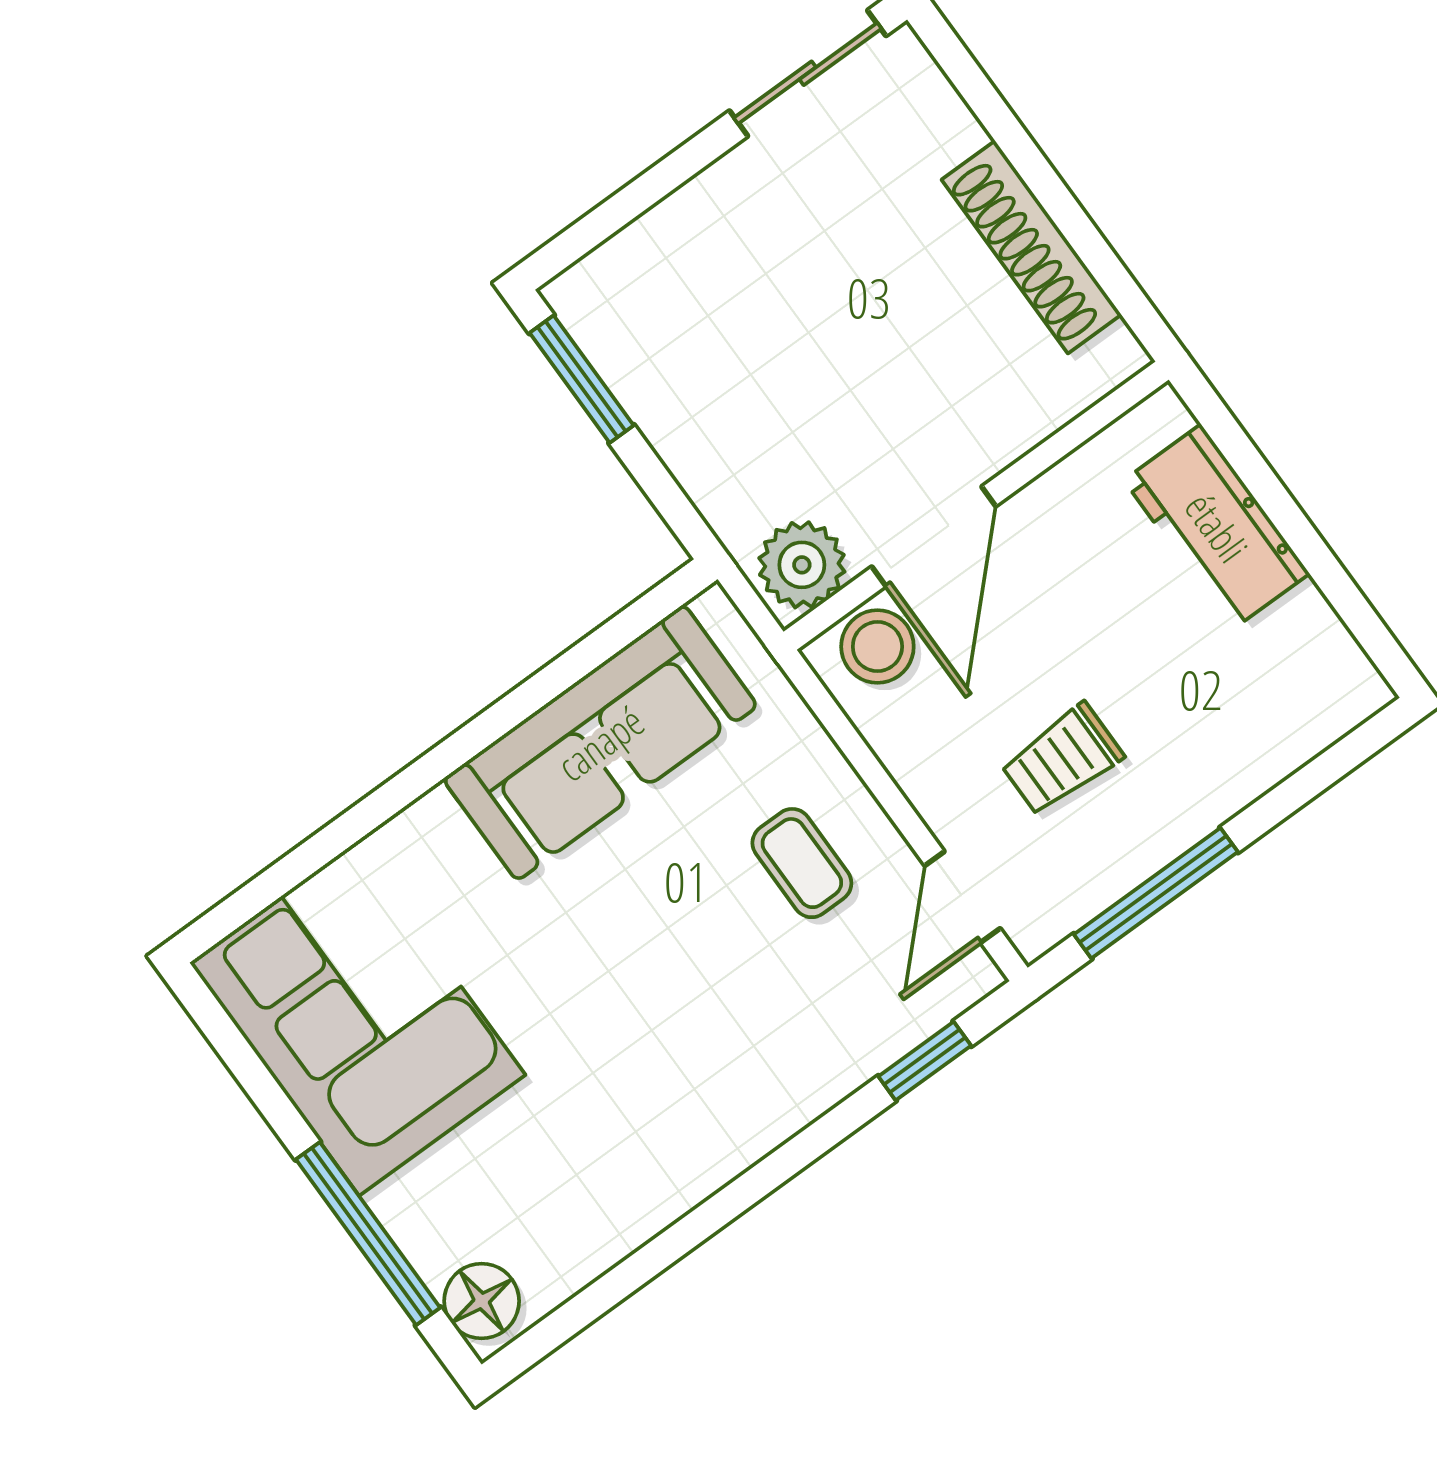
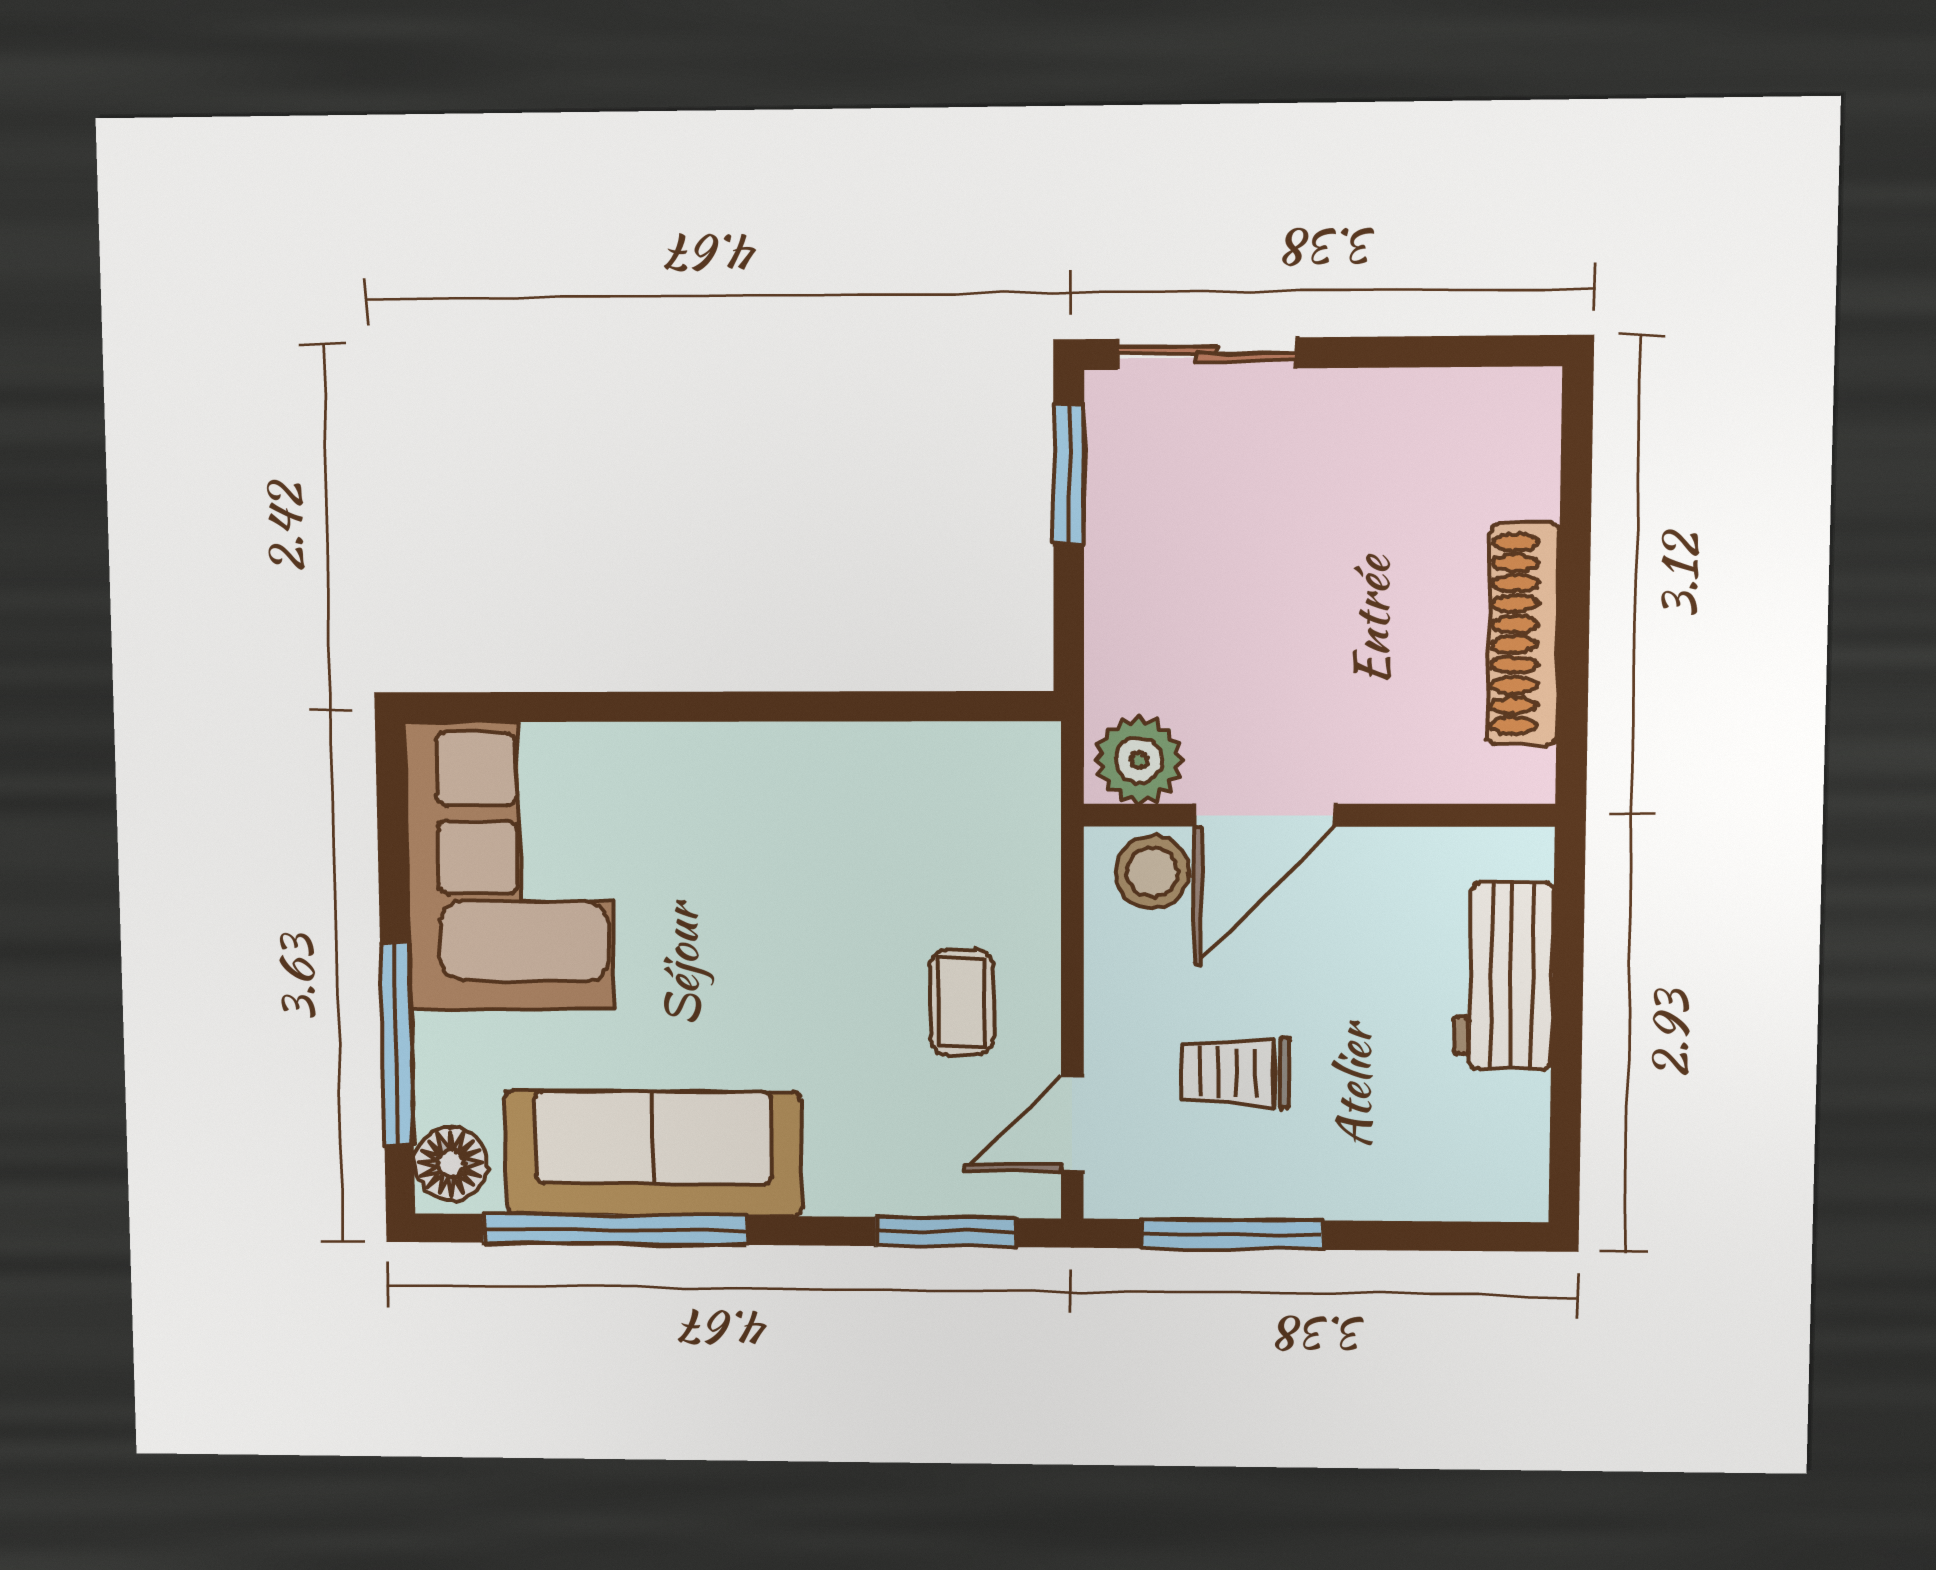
sliding door: (808, 73) -> (1207, 354), moved
sofa: (600, 743) -> (653, 1153), moved, turned 180
window: (925, 1061) -> (945, 1232), width x1.50
window: (655, 1257) -> (615, 1229), added

